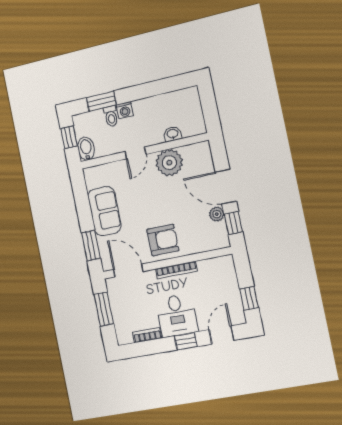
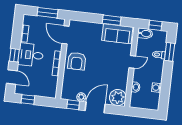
washing machine: (125, 110) -> (157, 88), moved
door: (135, 153) -> (132, 62), swing flipped
plant: (169, 163) -> (118, 98), moved
sofa: (104, 211) -> (117, 34), moved
window: (91, 245) -> (112, 20), moved
door: (128, 271) -> (66, 35), swing flipped

